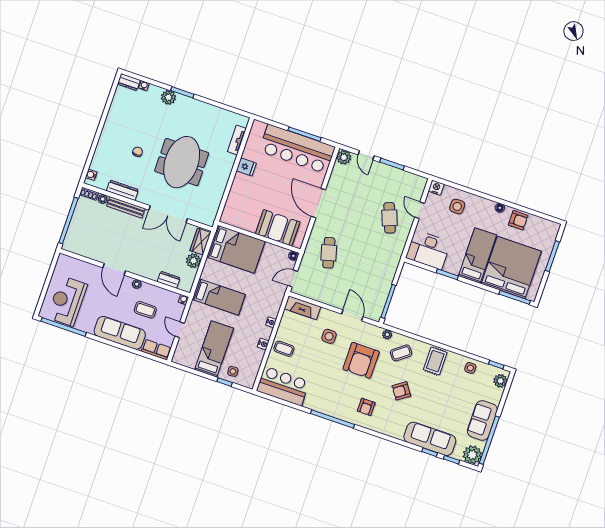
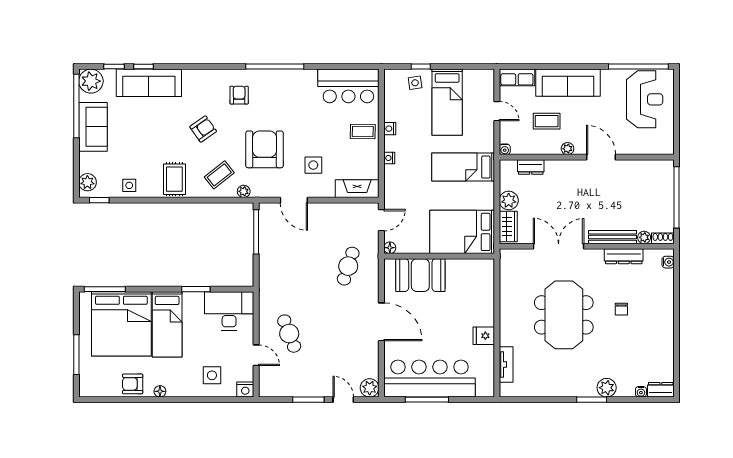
cafe table: (329, 253) -> (348, 266), turned 33

